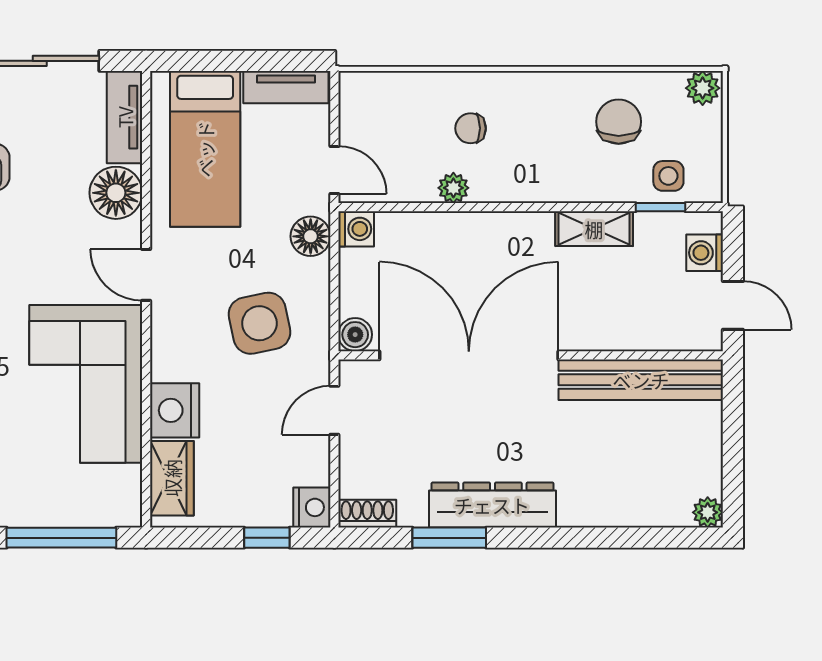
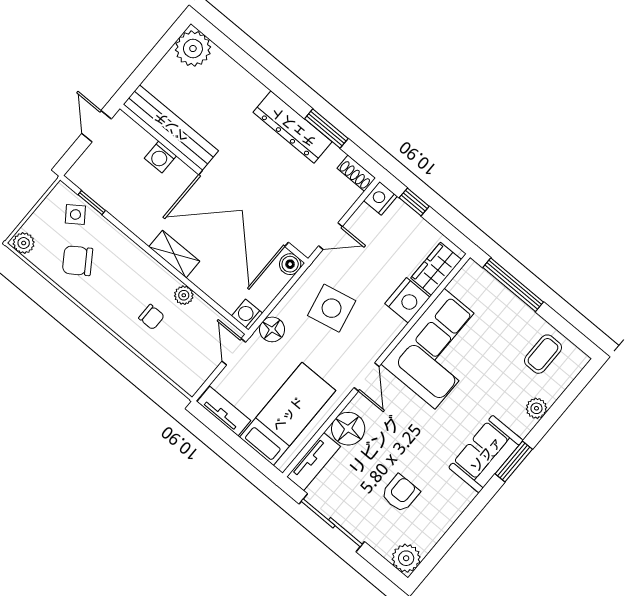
chair: (619, 122) -> (78, 261), turned 56
side table: (668, 176) -> (75, 214), turned -36
shelving: (594, 229) -> (174, 254), moved
washing machine: (705, 253) -> (160, 157), moved, turned 90
plant: (708, 512) -> (193, 49), width x1.88, depth x1.88

